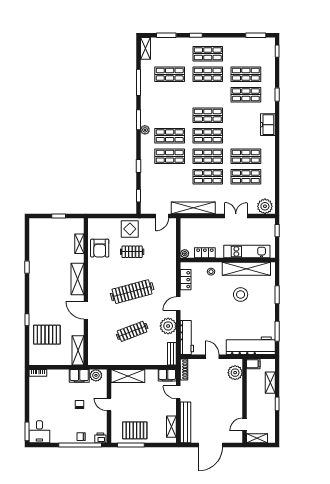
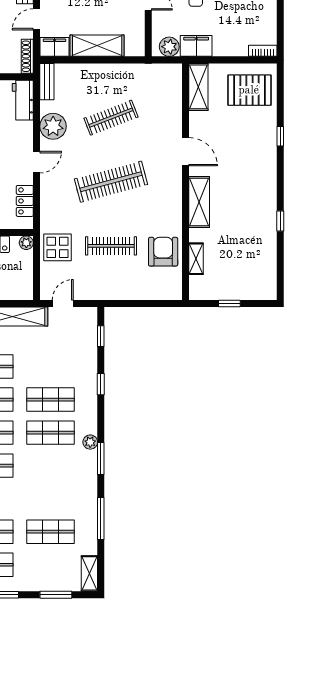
display table: (130, 229) -> (58, 247), moved
clothes rail: (132, 252) -> (111, 246), width x1.36
pallet: (47, 335) -> (249, 90), moved
workbench: (187, 338) -> (23, 100), width x0.73
shelving: (128, 376) -> (97, 46), moved
door: (178, 392) -> (37, 19), swing flipped

